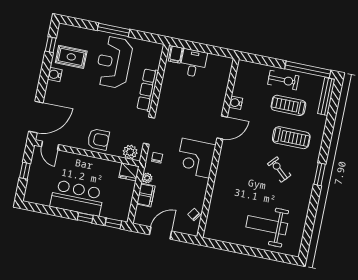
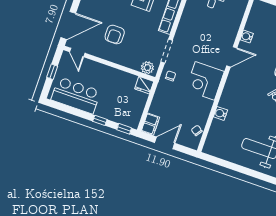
armchair: (98, 139) -> (115, 34), moved, turned 90
plant: (147, 178) -> (159, 93), removed
water cooler: (218, 192) -> (220, 113), added
filing cabinet: (146, 195) -> (150, 124), moved
bar counter: (77, 198) -> (76, 95), moved

